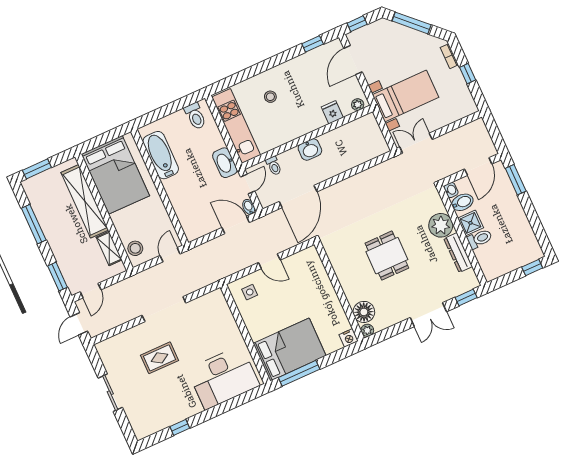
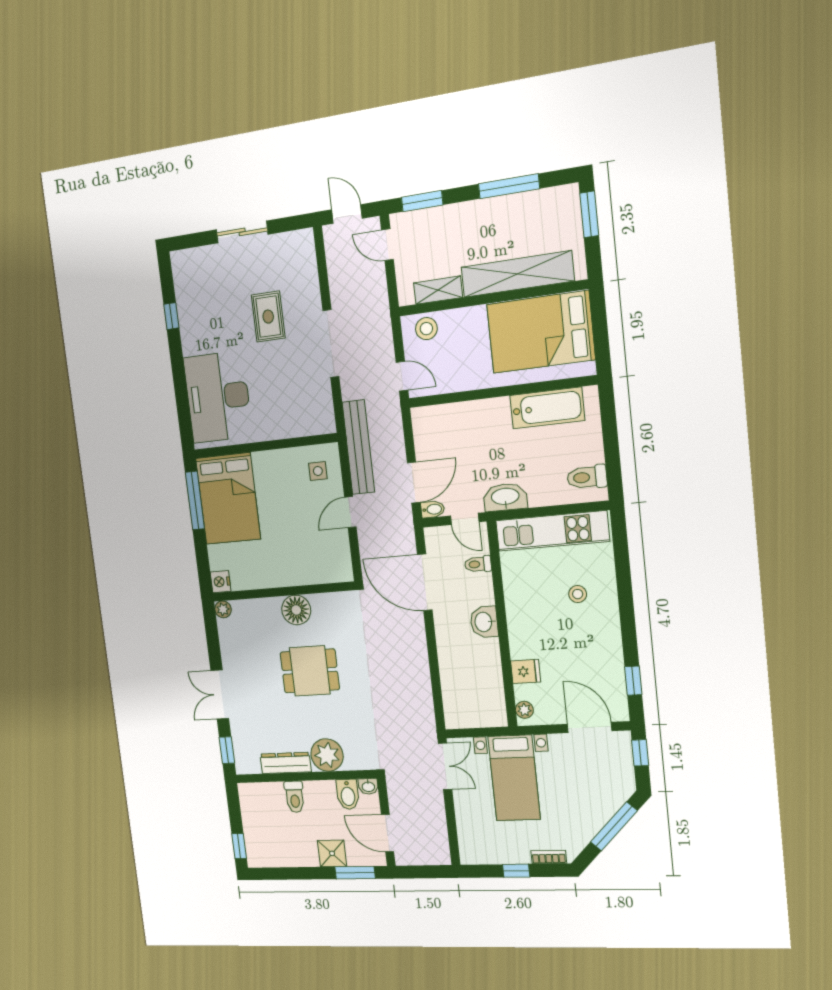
shower: (470, 223) -> (332, 853), moved
bench: (225, 269) -> (358, 447), added
floor lamp: (364, 312) -> (296, 610), moved

